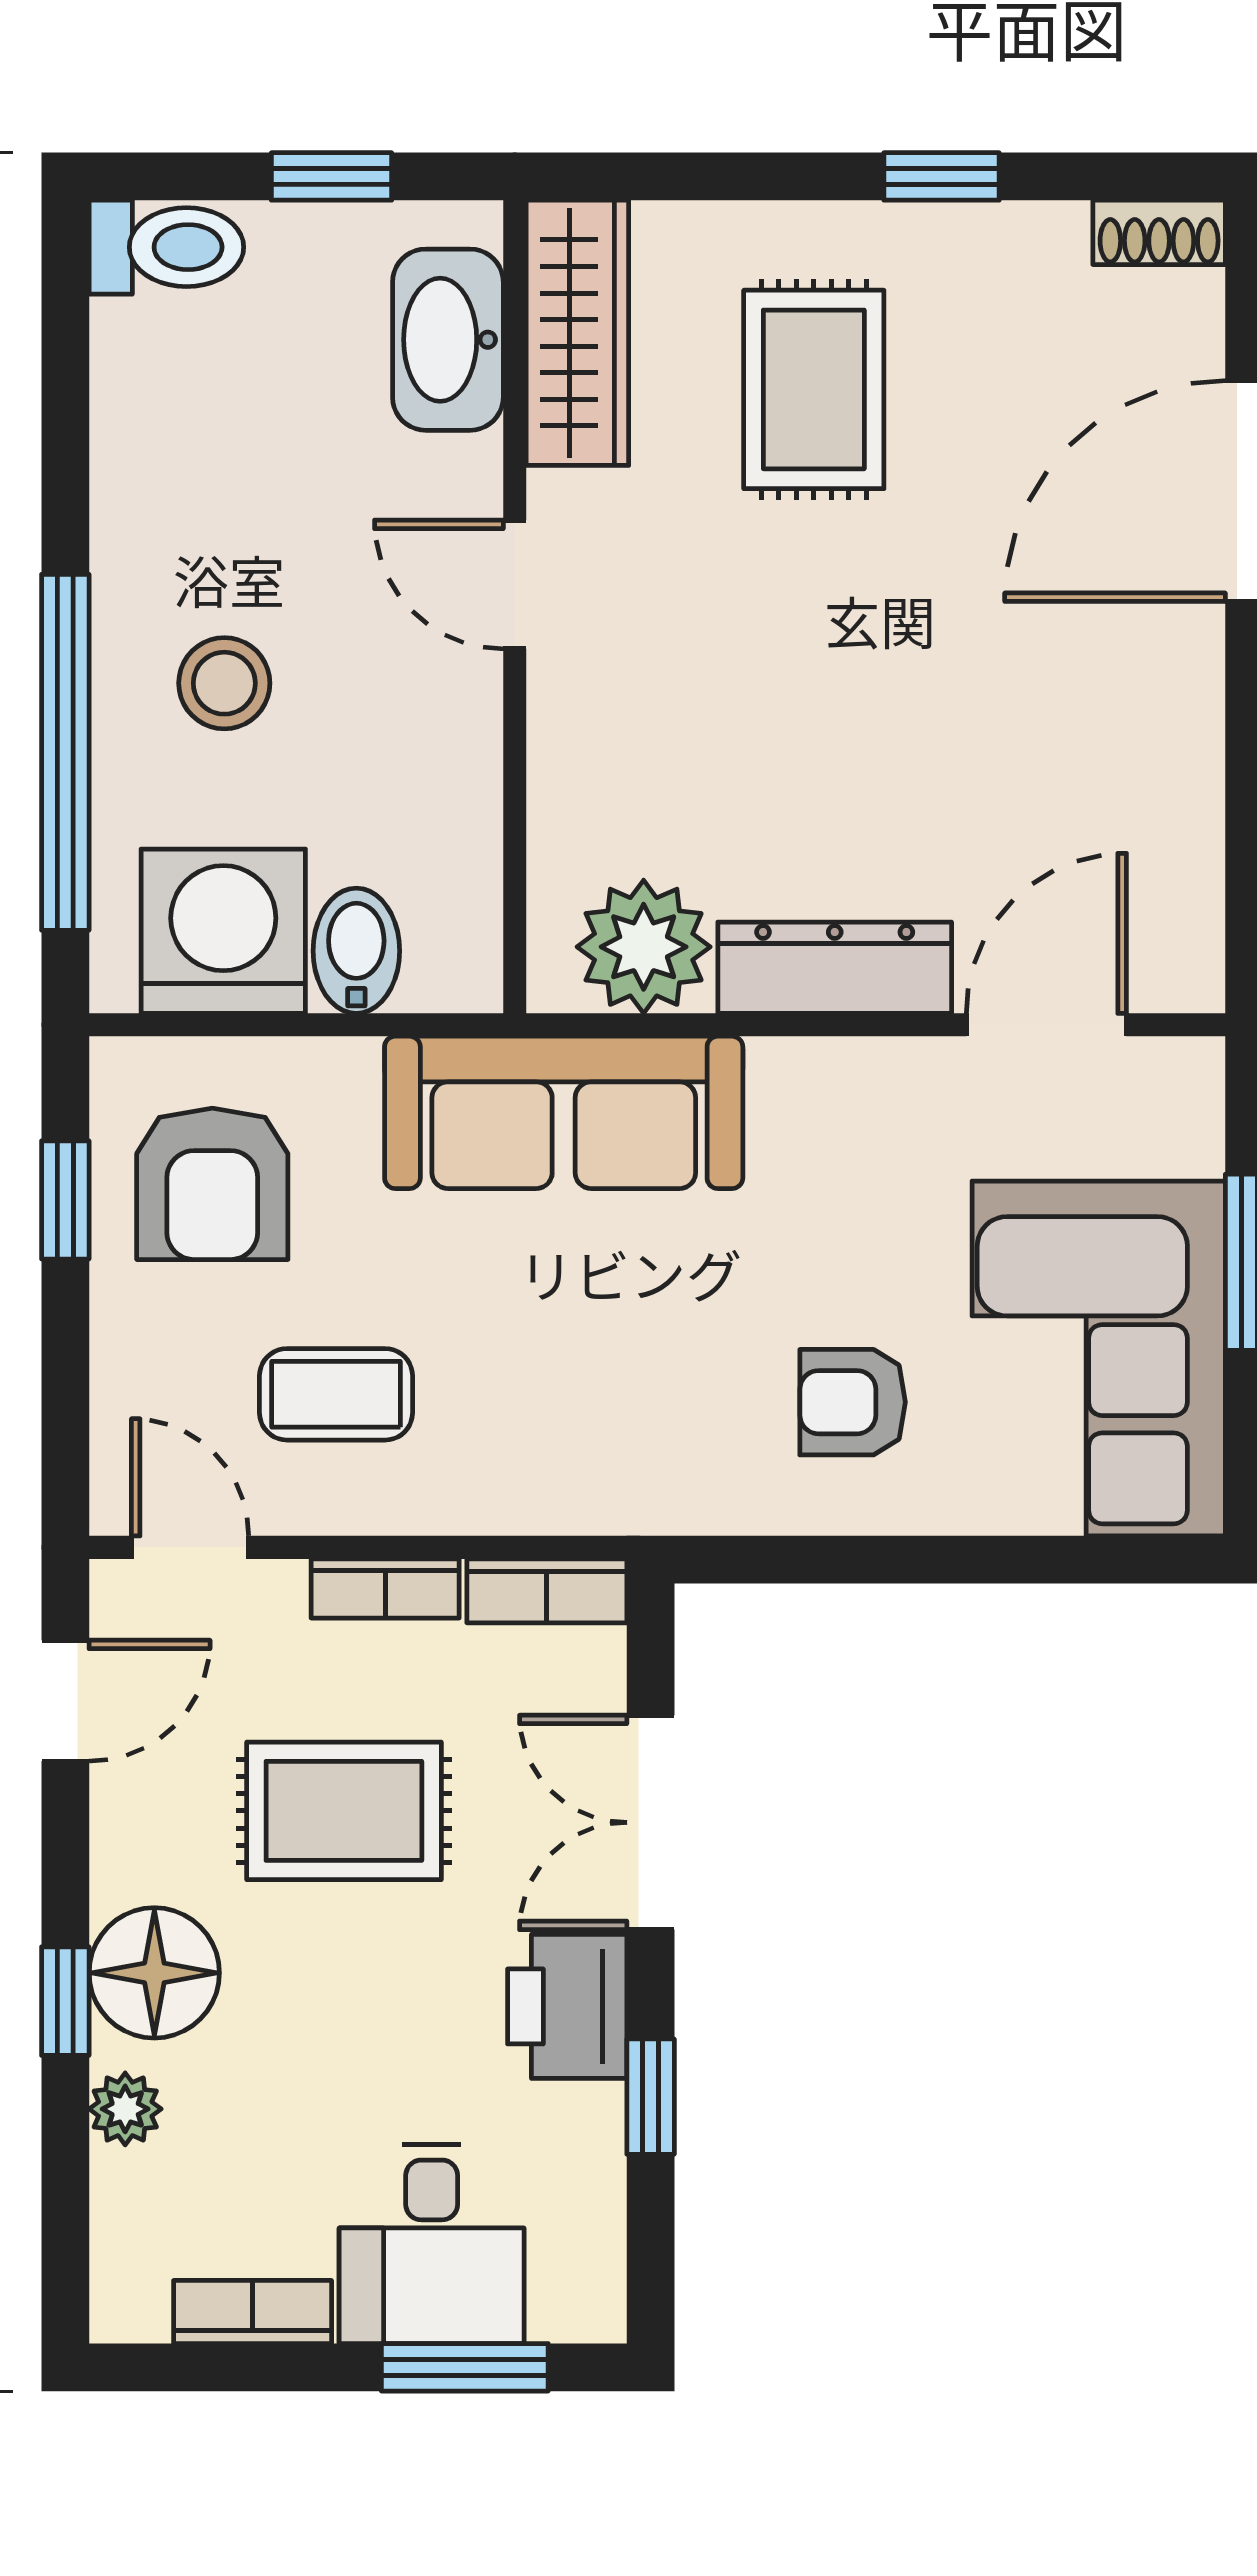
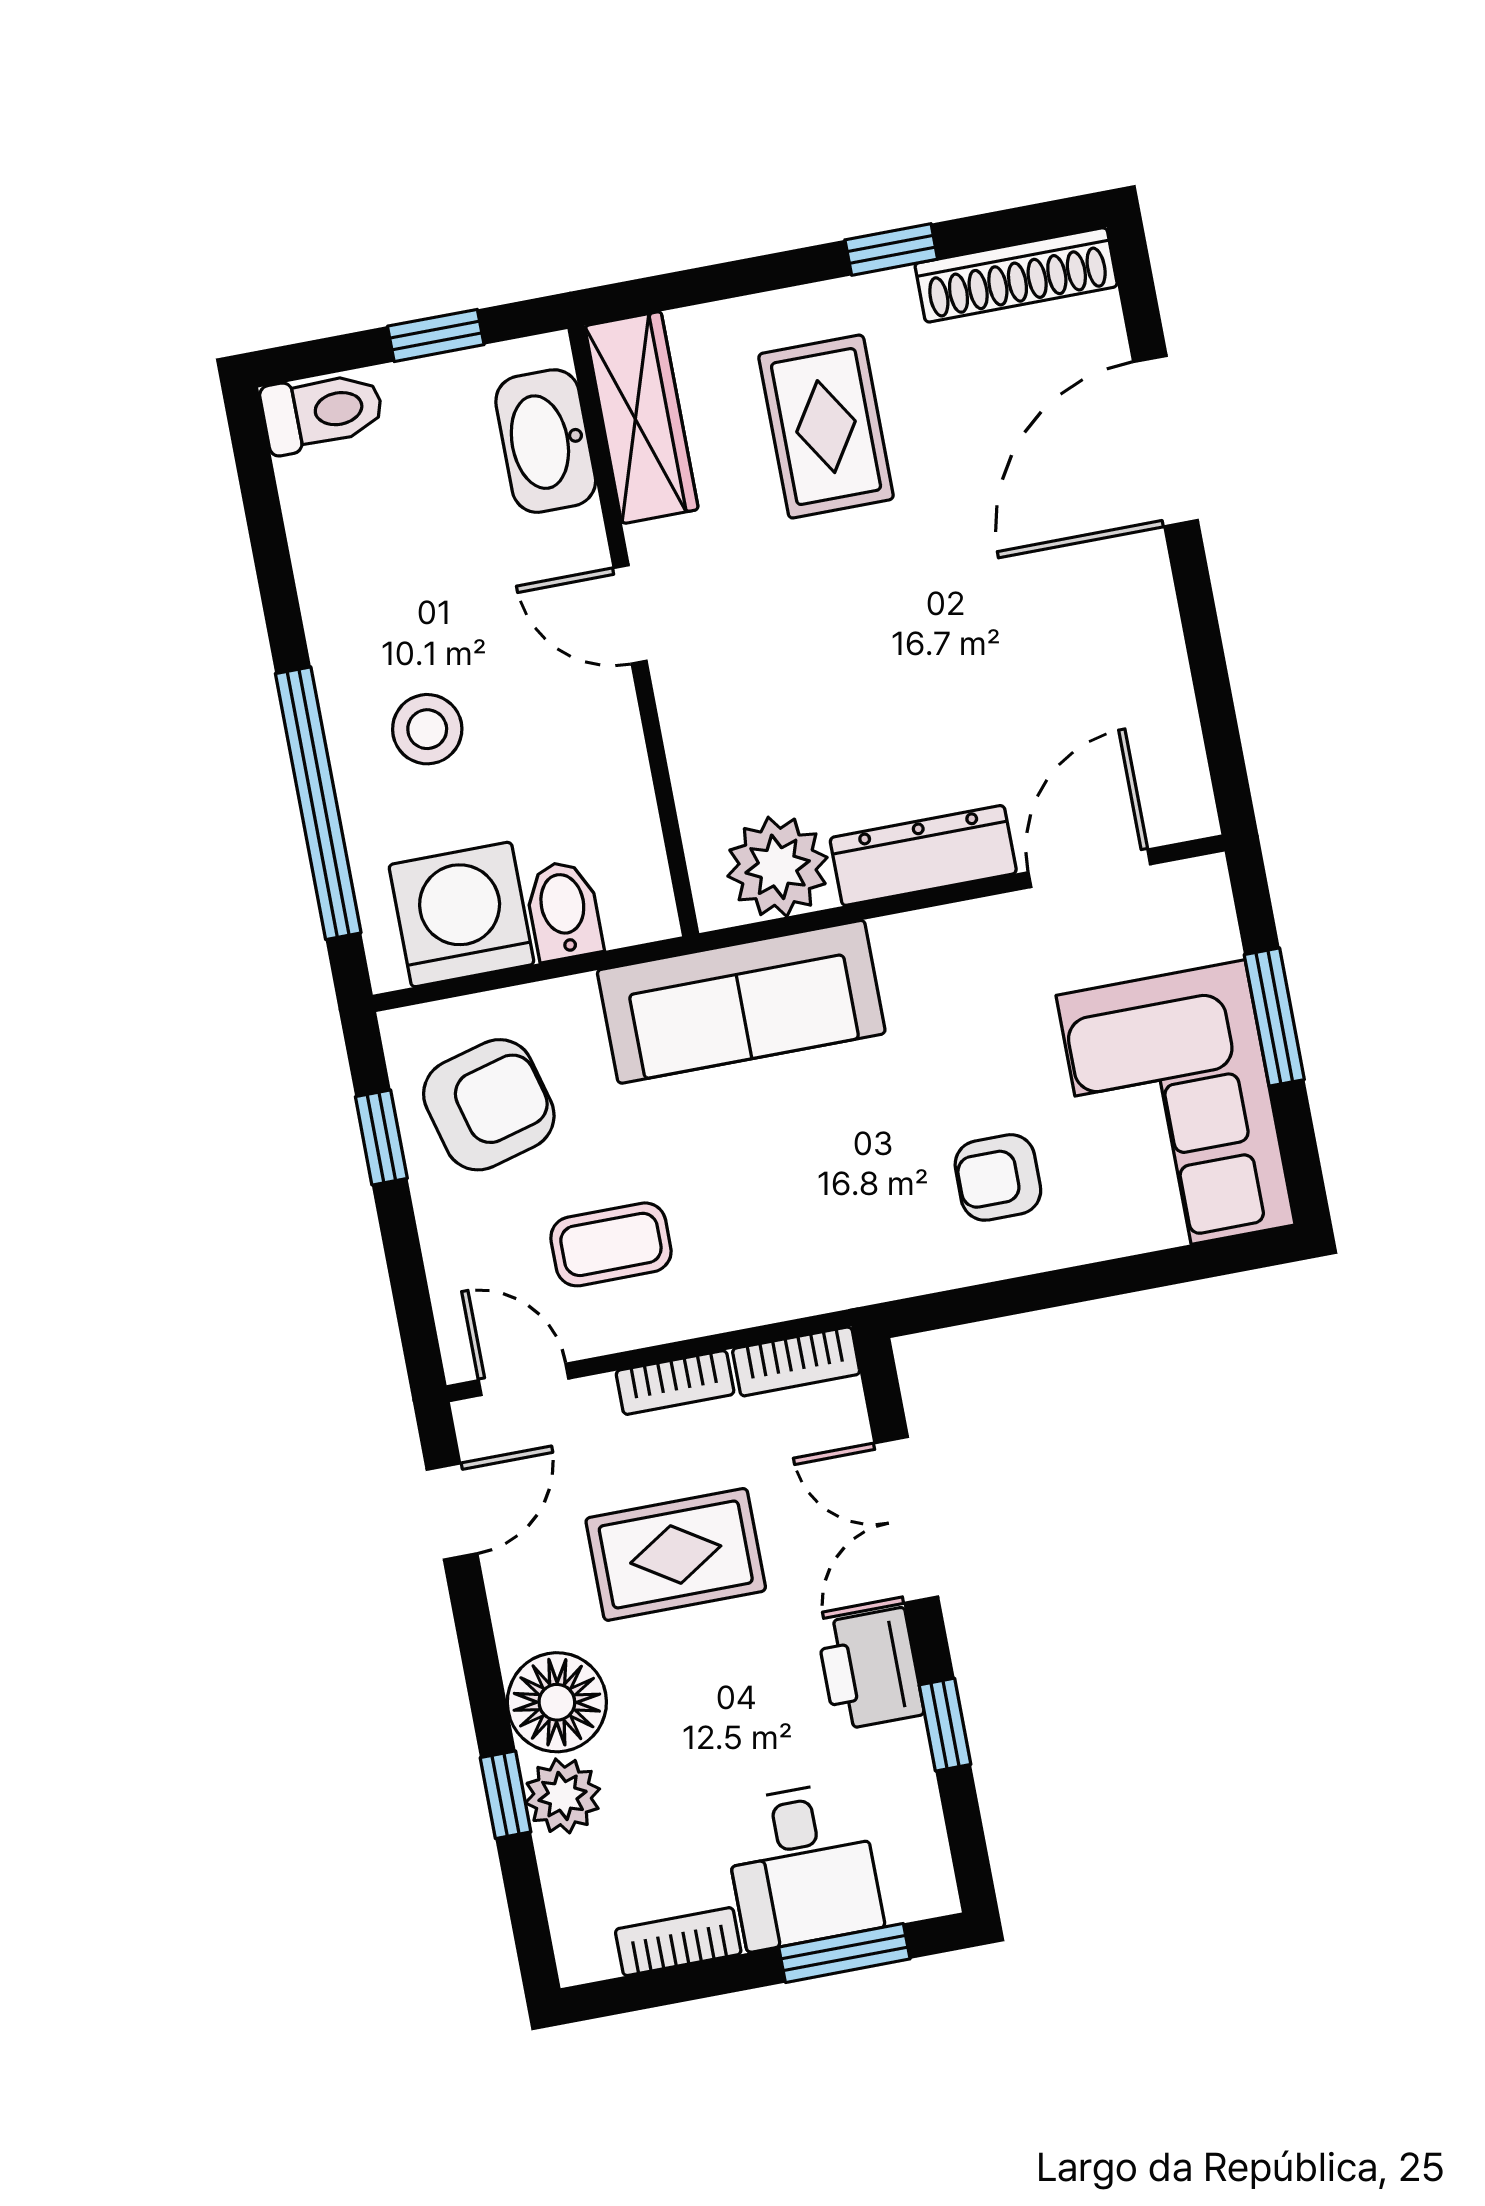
shoe rack: (1159, 232) -> (1016, 275), width x1.94, depth x1.24
armchair: (212, 1184) -> (489, 1105), turned -105
window: (65, 2001) -> (506, 1795), moved
plant: (125, 2109) -> (563, 1796), width x1.38, depth x1.38

